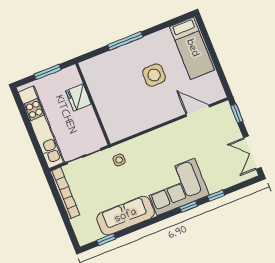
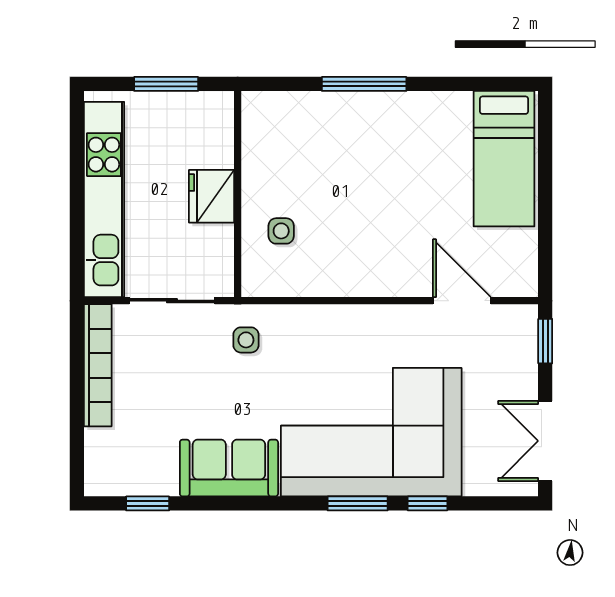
side table: (154, 75) -> (281, 231), moved, width x0.54, depth x0.54
fridge: (78, 97) -> (211, 196), moved
corner sofa: (176, 187) -> (371, 432), width x1.36, depth x1.36
window: (189, 207) -> (358, 503), width x1.50
sofa: (126, 216) -> (229, 468), width x0.73

